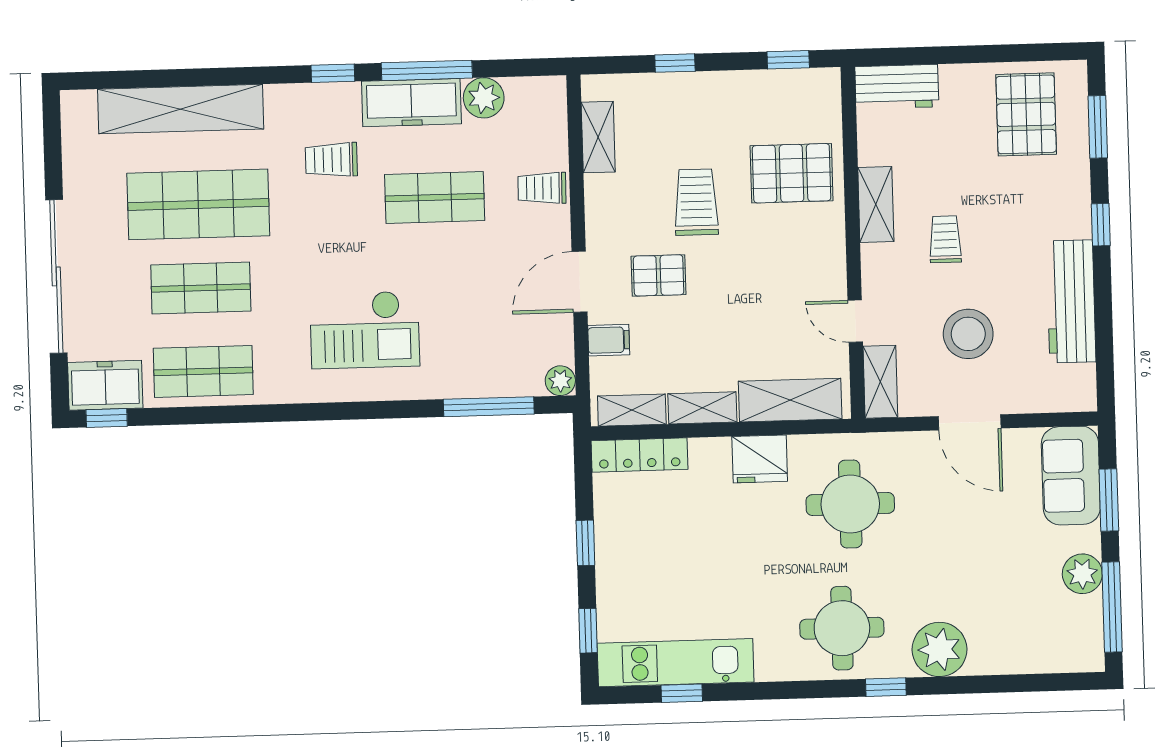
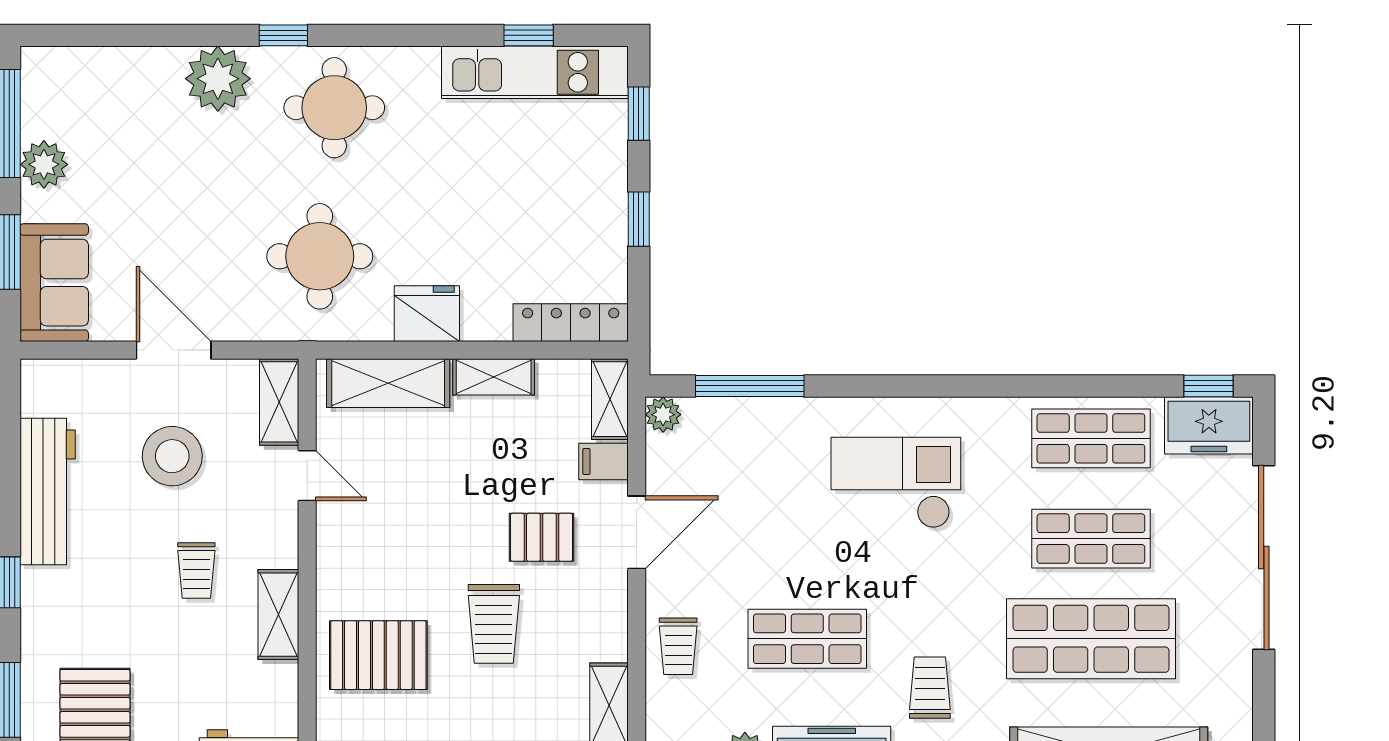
trolley: (331, 160) -> (930, 688), turned -90
trolley: (542, 188) -> (678, 646), turned 89
shelving: (632, 410) -> (610, 399), moved, turned 90

